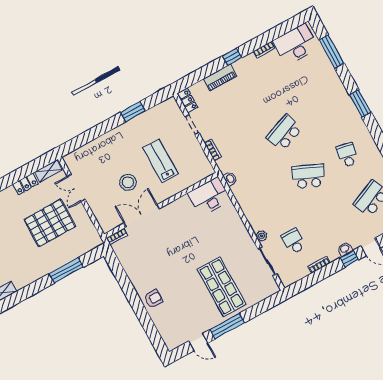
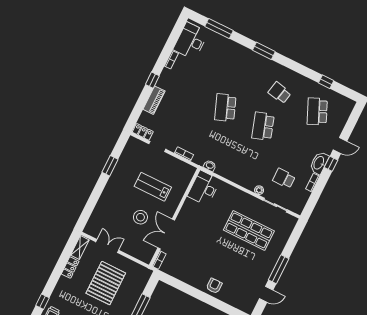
school desk: (308, 176) -> (263, 126), turned -42
double door: (76, 188) -> (107, 246), swing flipped
washbasin: (345, 249) -> (319, 163), width x1.91, depth x1.45
shop shelf: (222, 287) -> (249, 230), moved

